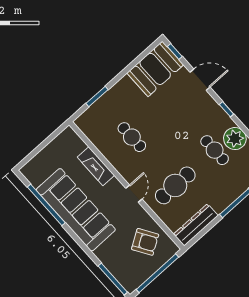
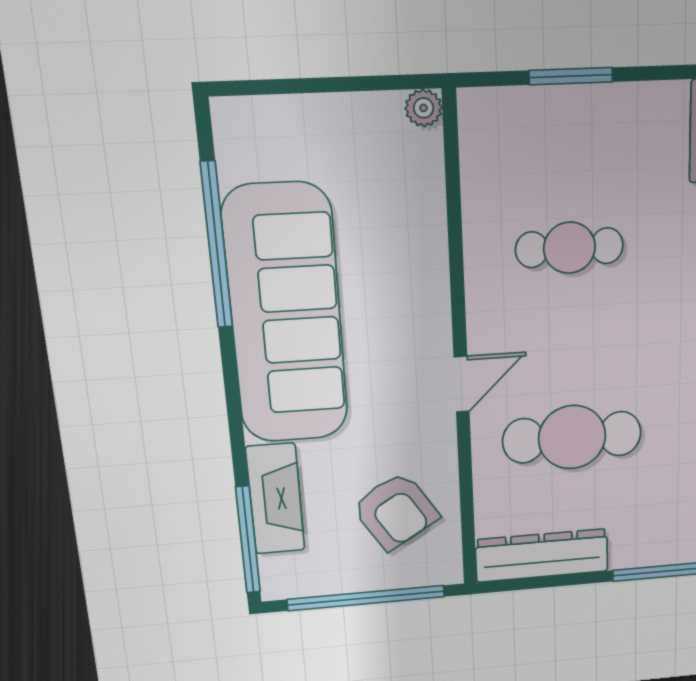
plant: (69, 133) -> (424, 108), added
cafe table: (132, 137) -> (569, 248), turned 90
fireplace: (96, 166) -> (275, 499), moved, turned 180

